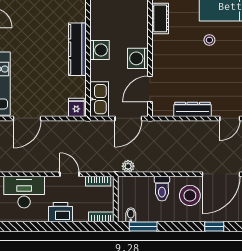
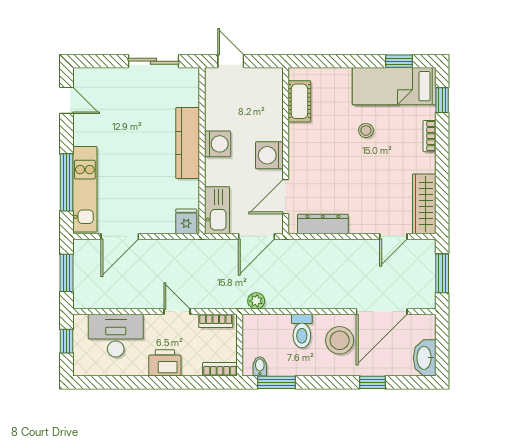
dresser: (192, 109) -> (323, 224), moved

